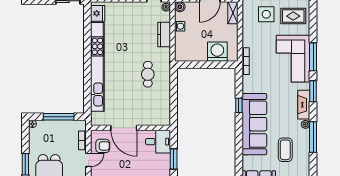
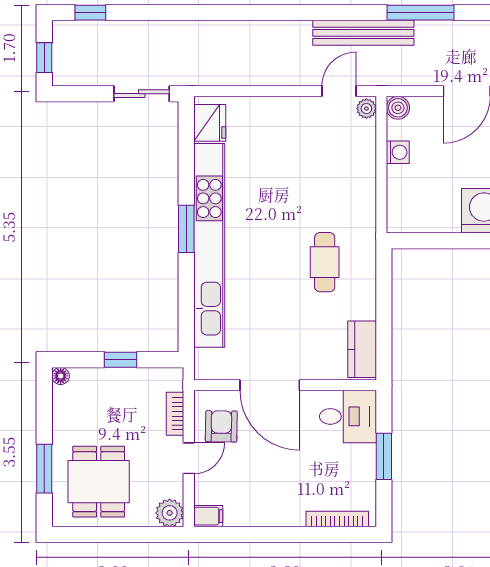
kitchen counter: (164, 35) -> (362, 349), moved
window: (87, 60) -> (186, 229), added
window: (59, 117) -> (120, 360), width x0.46
armchair: (103, 146) -> (221, 426), turned -89

